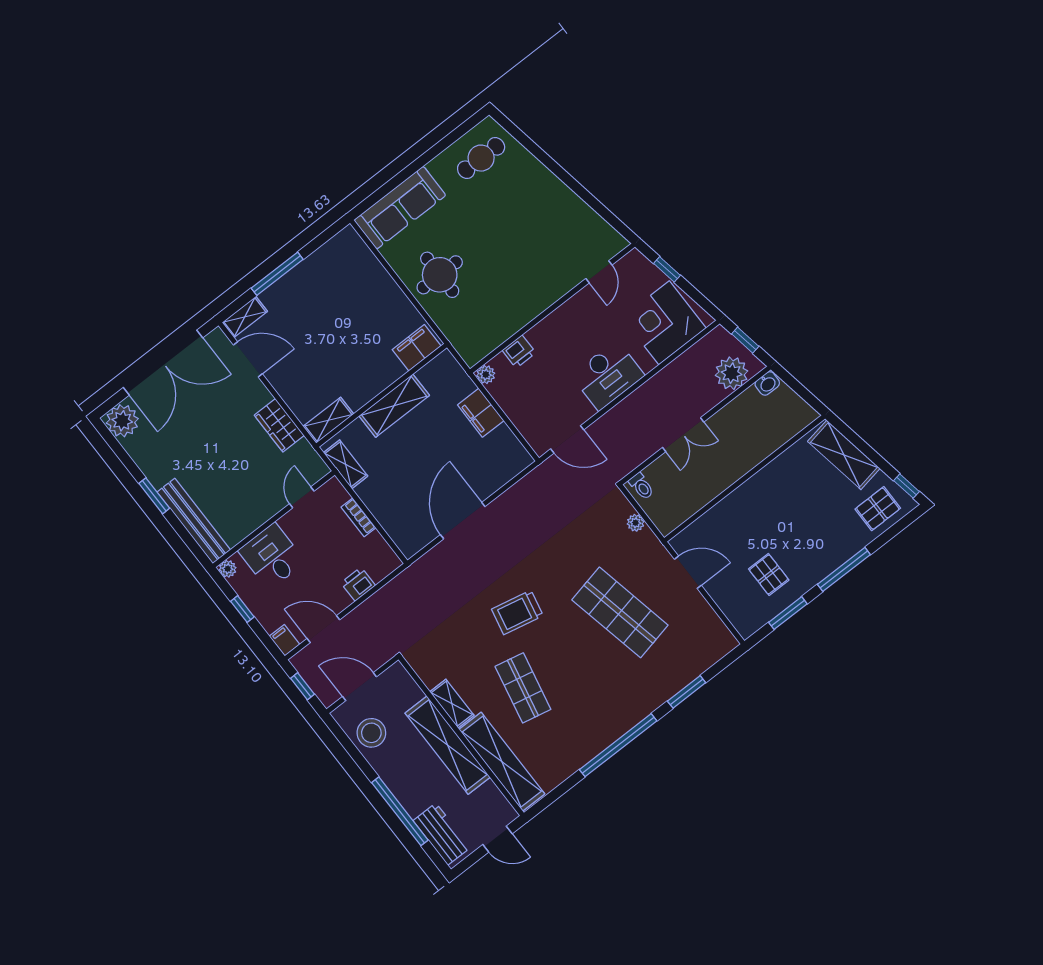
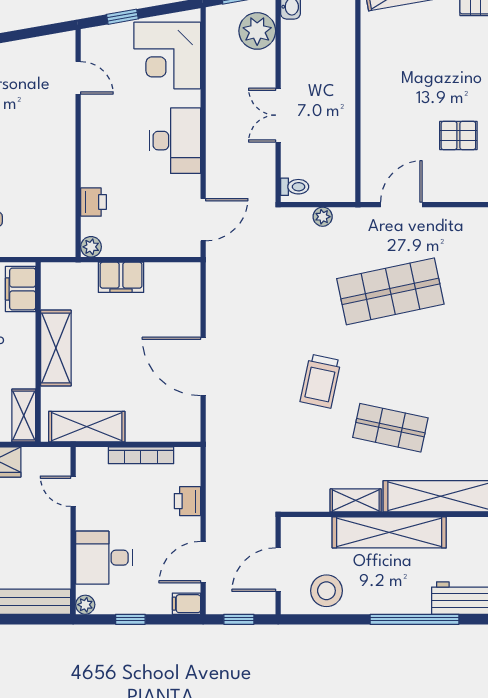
double door: (683, 435) -> (278, 115), swing flipped
shelving: (346, 464) -> (87, 427), width x1.50, depth x1.33
bookcase: (358, 517) -> (141, 455), width x1.56

